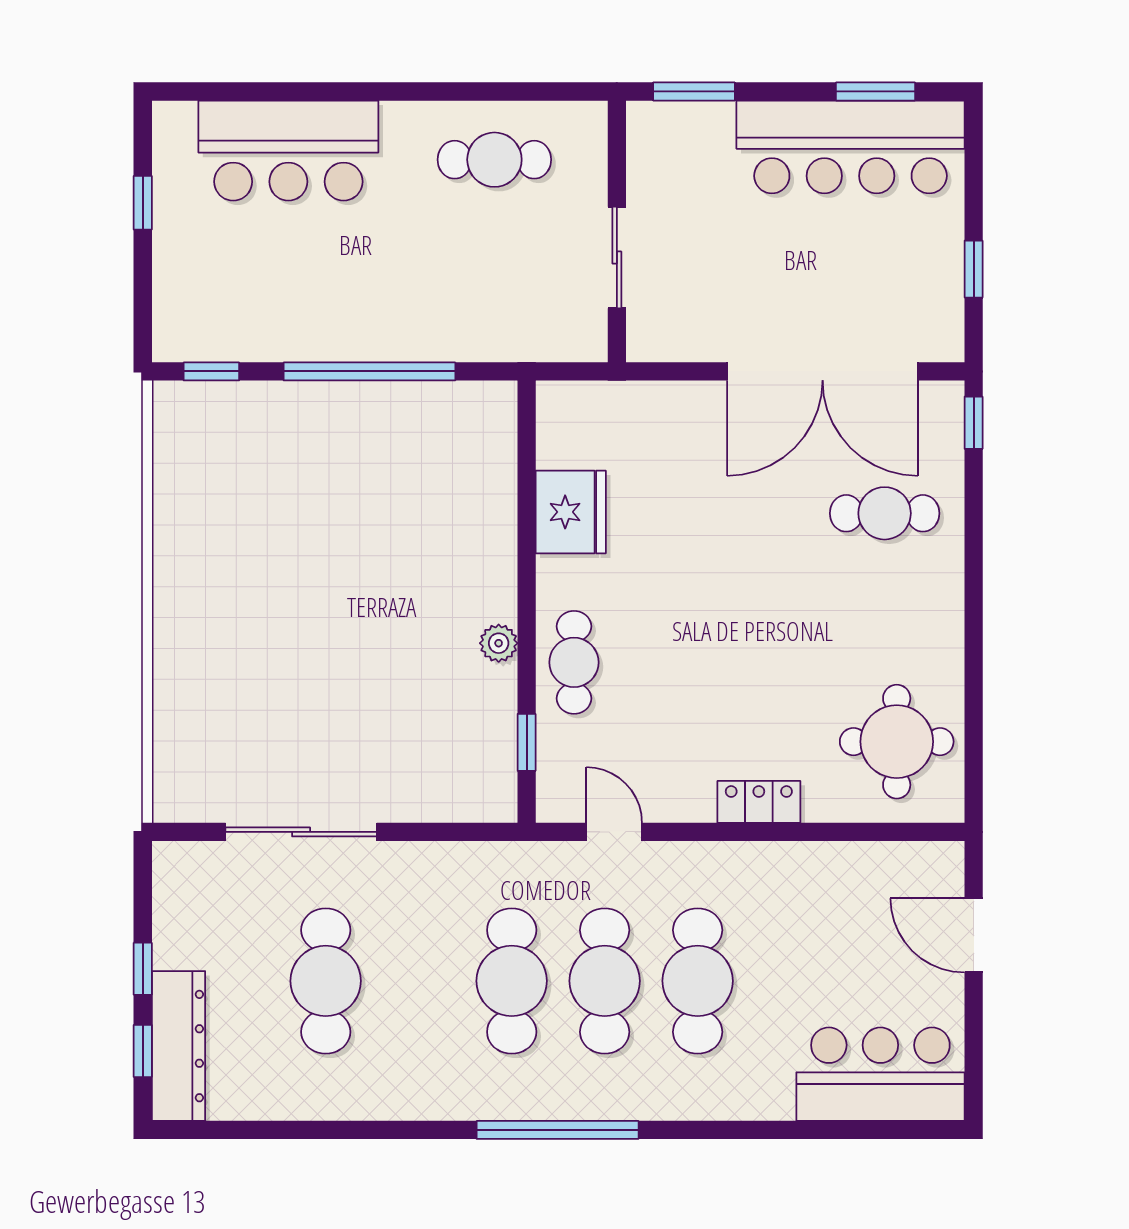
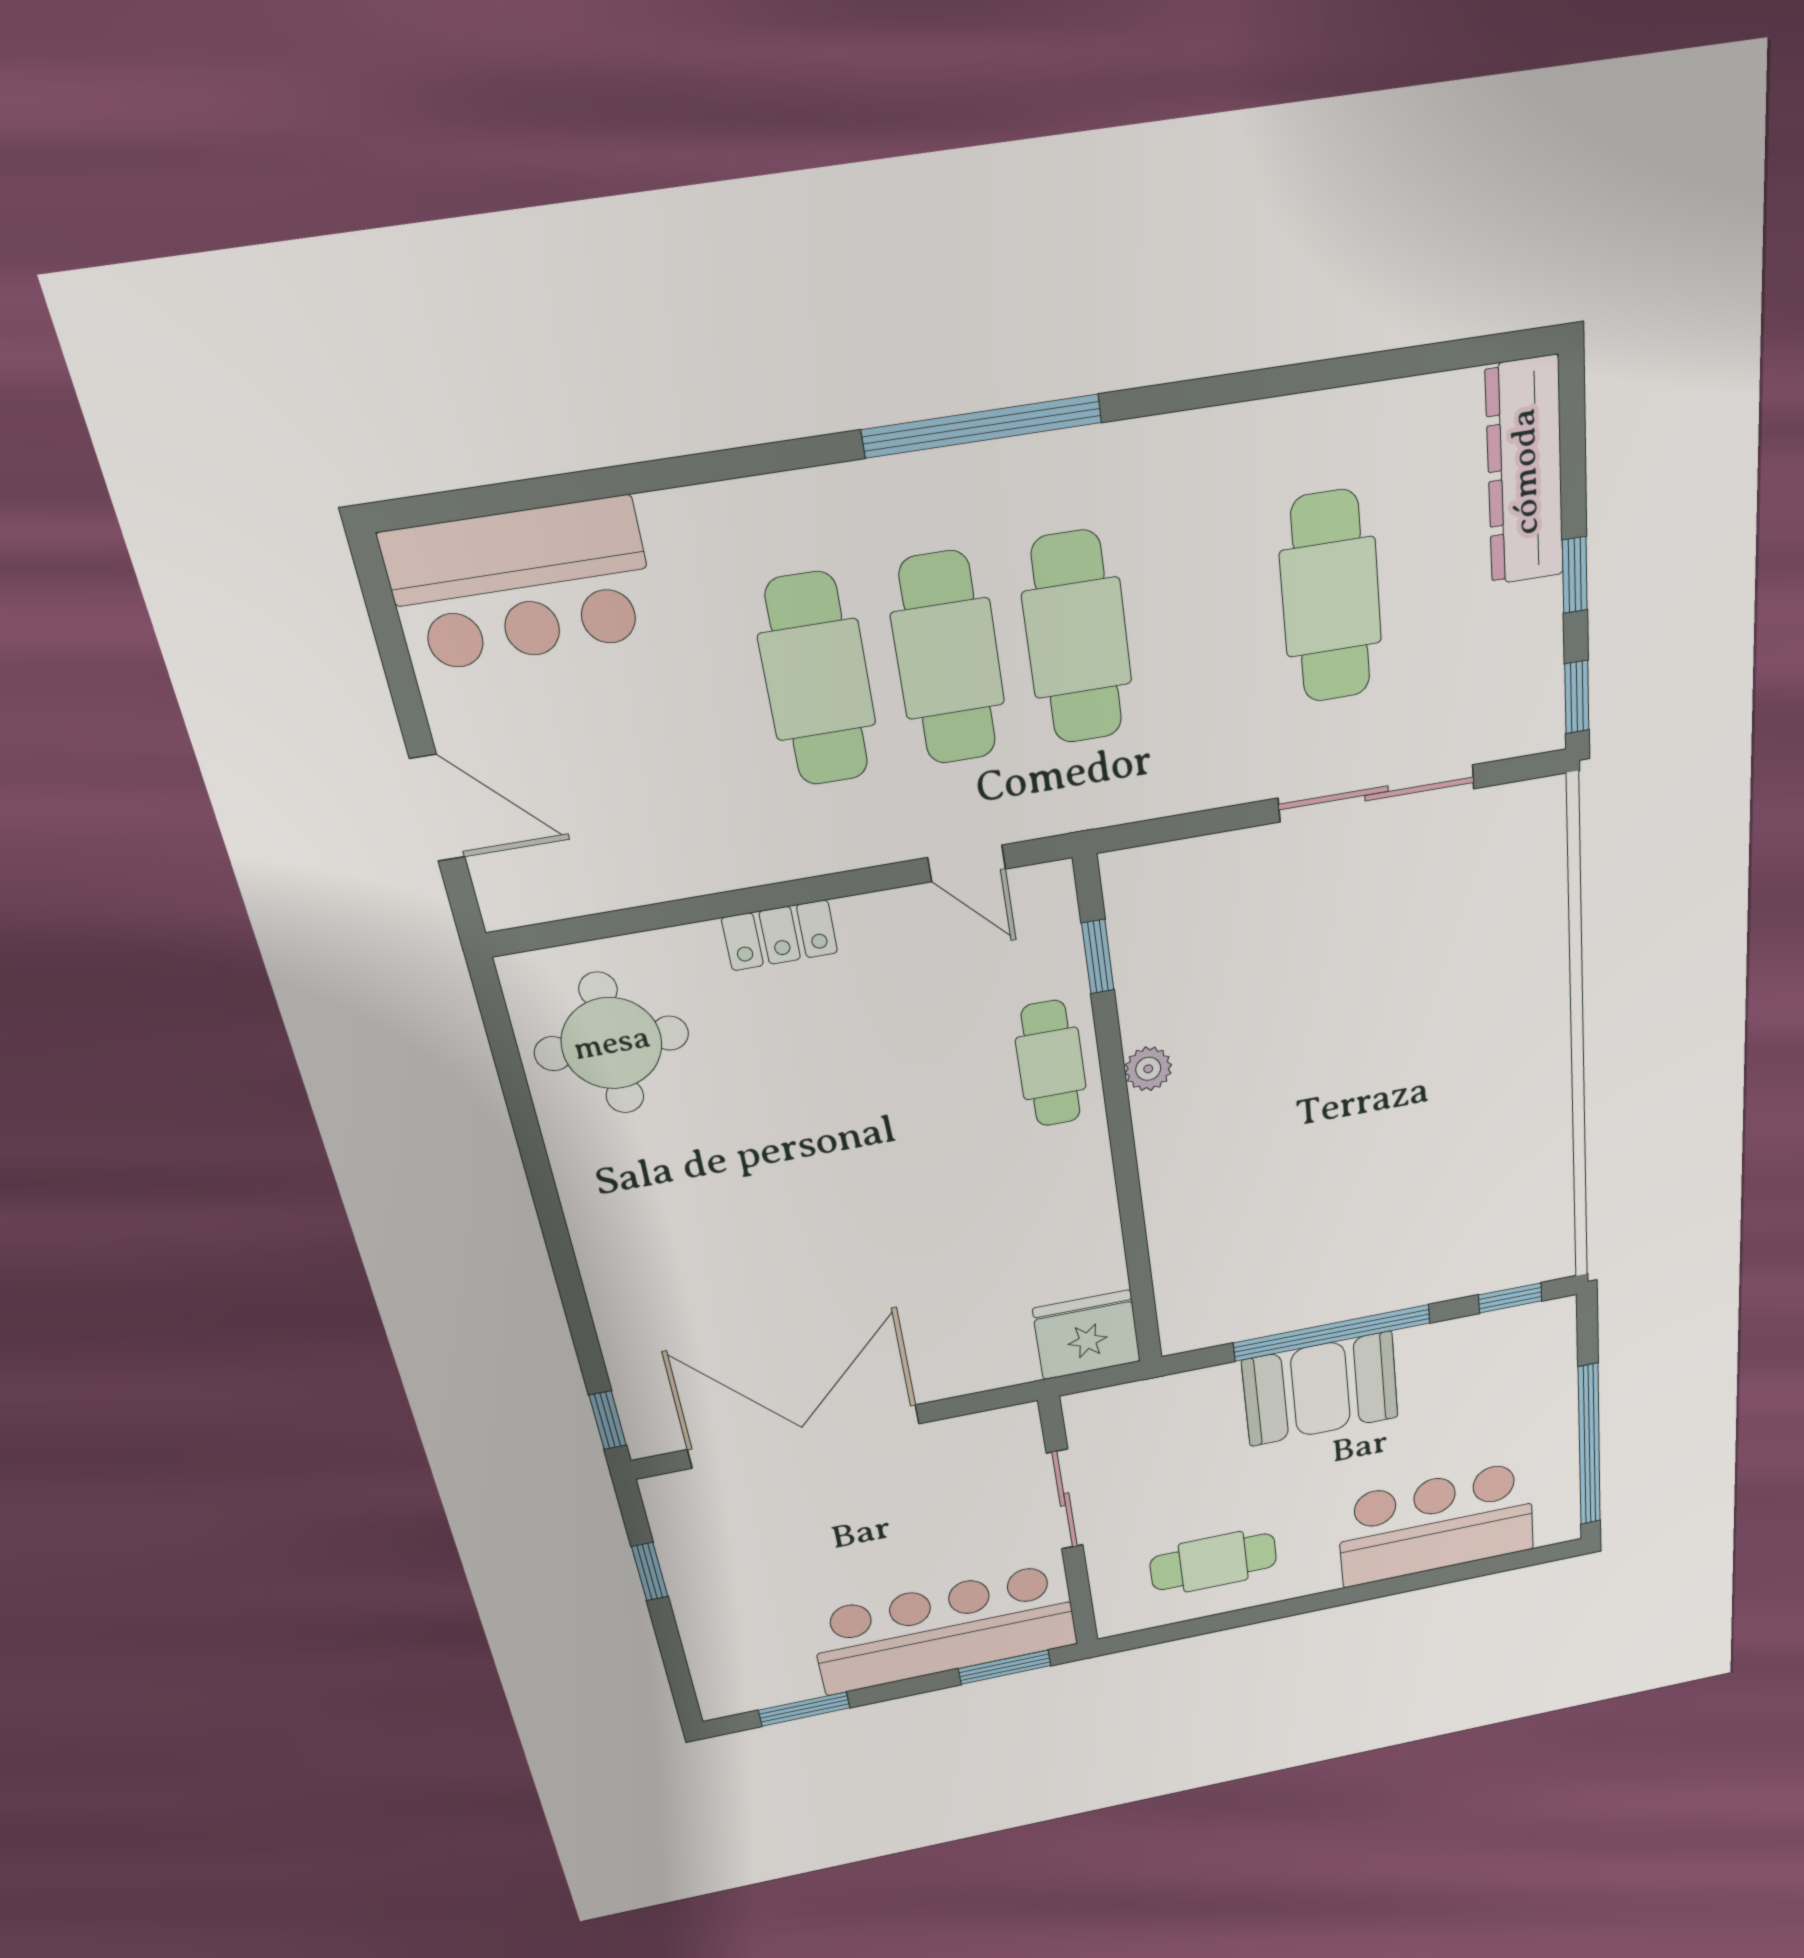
bar counter: (850, 147) -> (945, 1629), moved
window: (143, 203) -> (1589, 1445), width x3.17
booth: (384, 318) -> (1320, 1389), added
fridge: (571, 512) -> (1087, 1335), moved, turned 90
cafe table: (885, 513) -> (693, 1304), removed
window: (143, 1051) -> (1577, 697), moved

